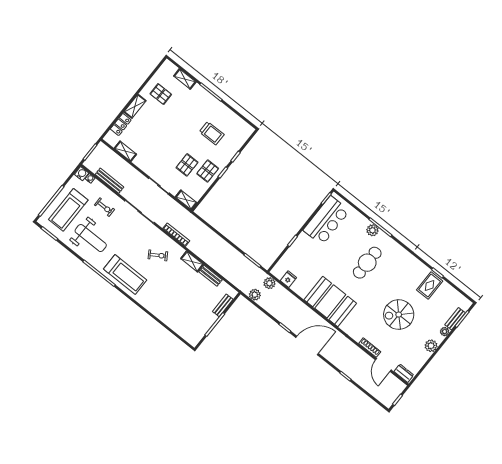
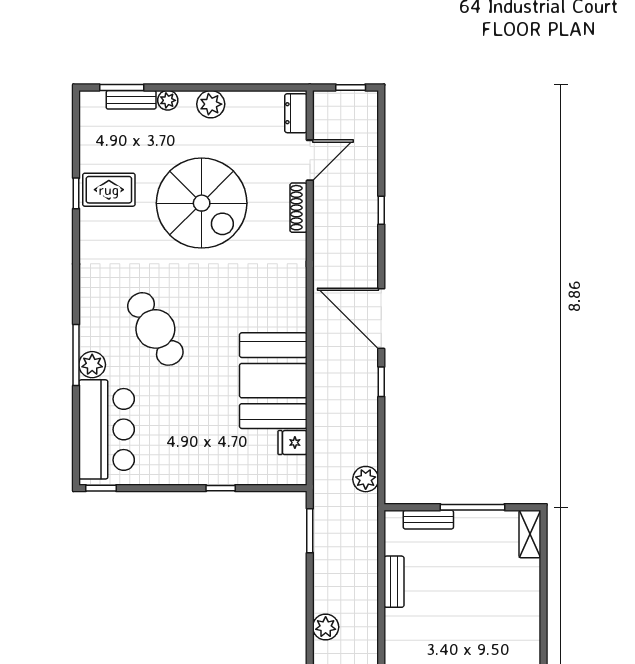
bar counter: (326, 220) -> (107, 429), moved, turned 90
shelving: (192, 262) -> (530, 534), moved
cafe table: (367, 263) -> (155, 329), turned 59
plant: (269, 283) -> (326, 627), moved
booth: (330, 301) -> (273, 381), moved
spiral stairs: (399, 315) -> (202, 203), width x1.37, depth x1.37

